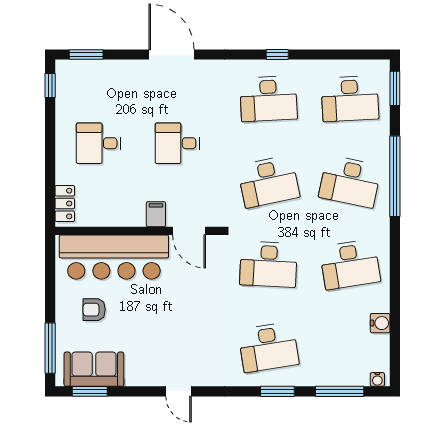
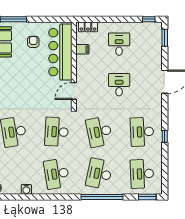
filing cabinet: (156, 214) -> (82, 49), moved

